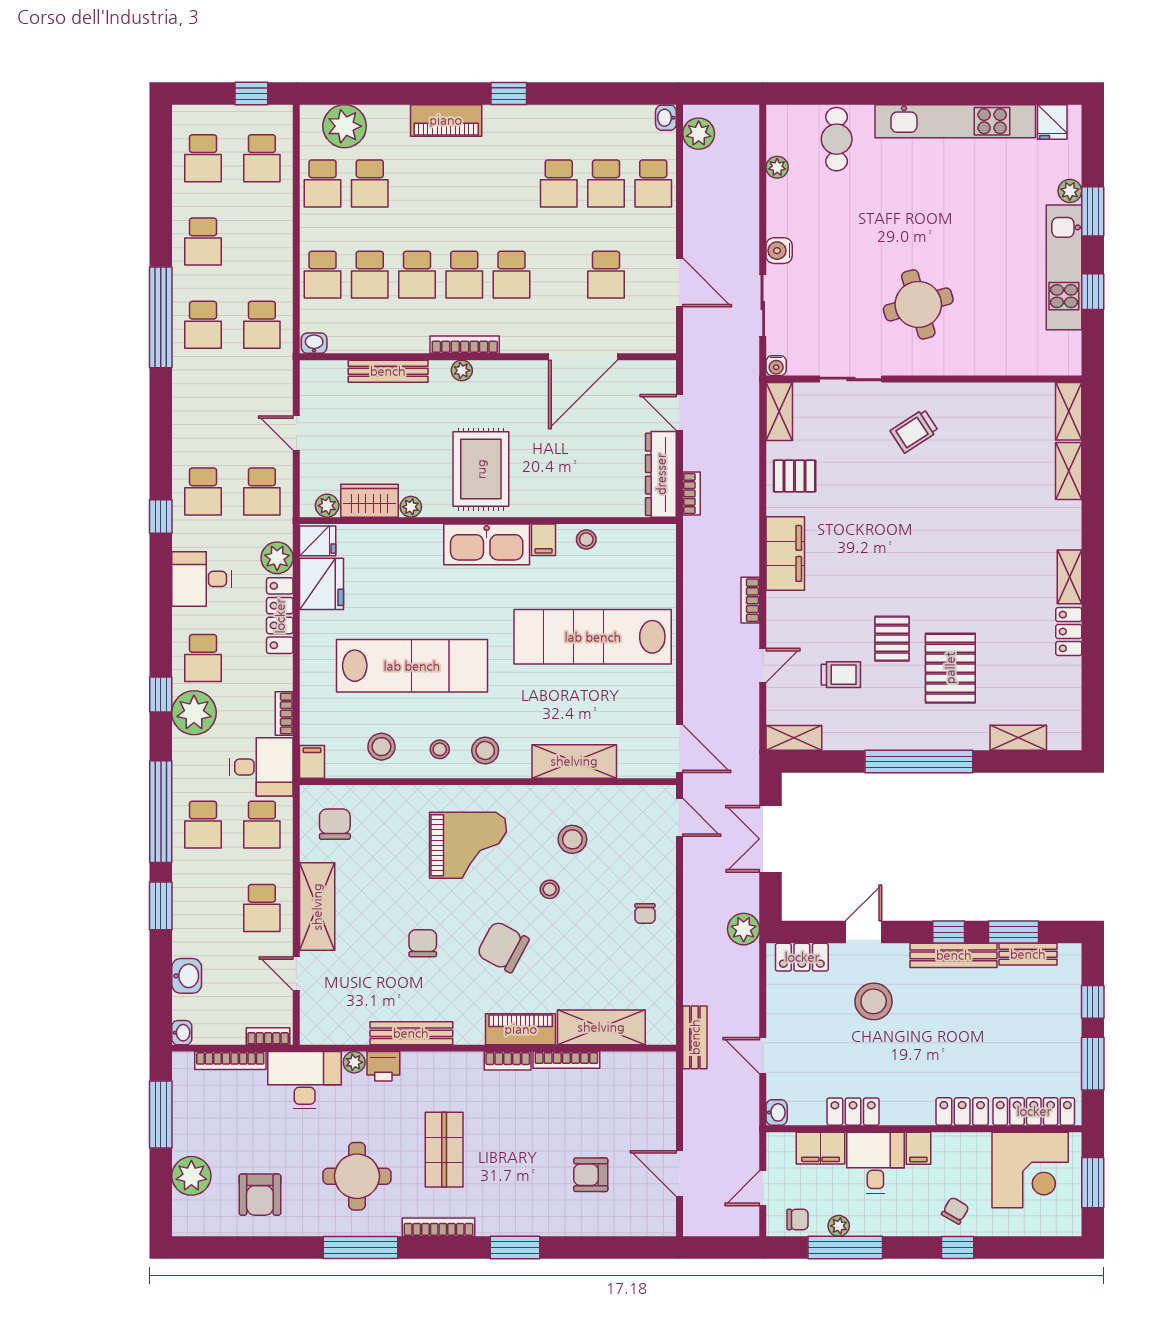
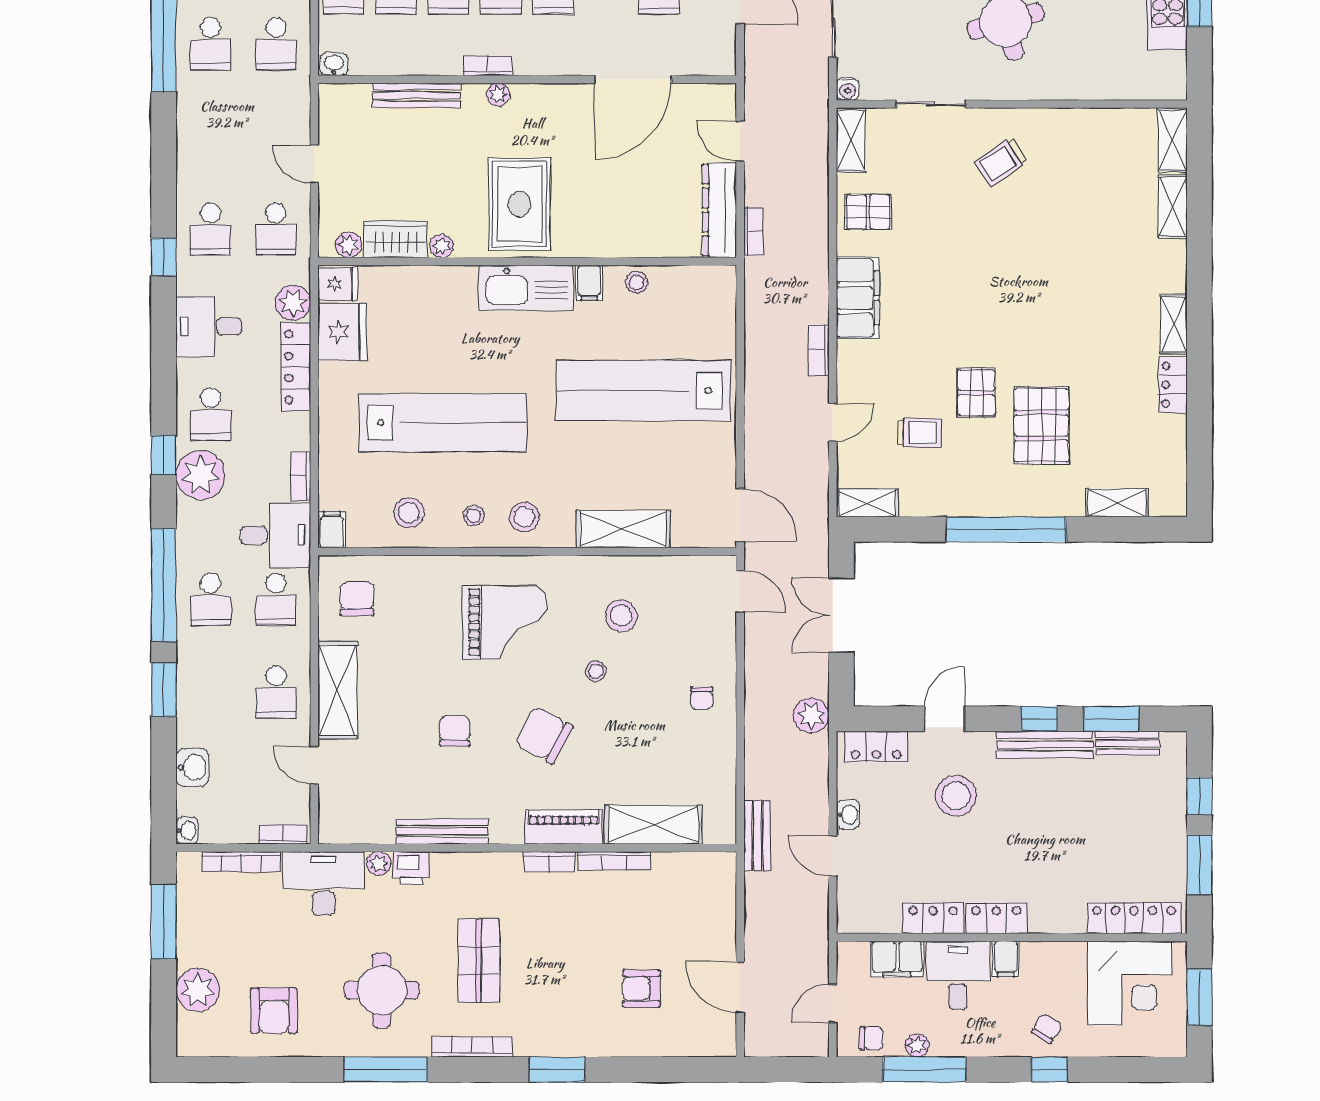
bookcase: (465, 345) -> (488, 66), width x0.64
locker: (962, 1111) -> (996, 918), moved
washbasin: (777, 1112) -> (848, 814), moved

